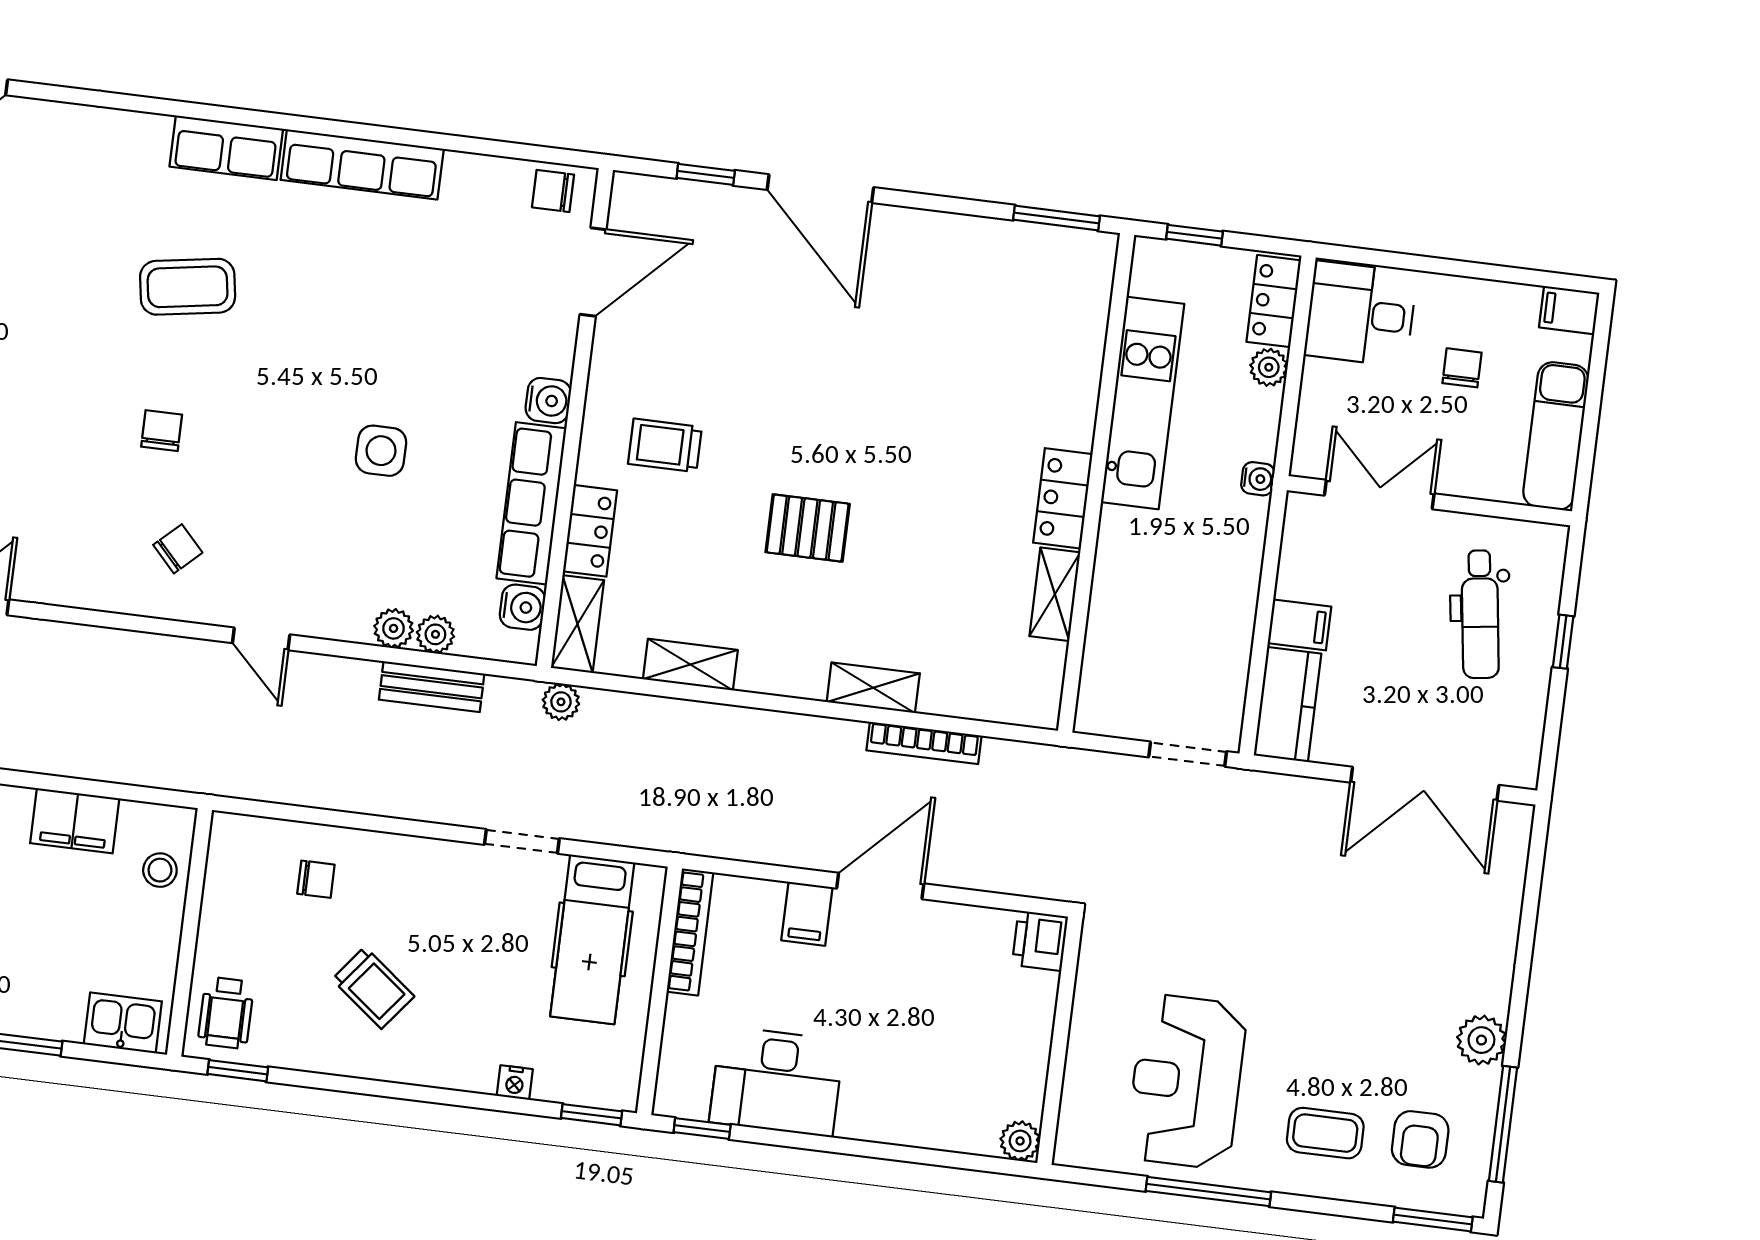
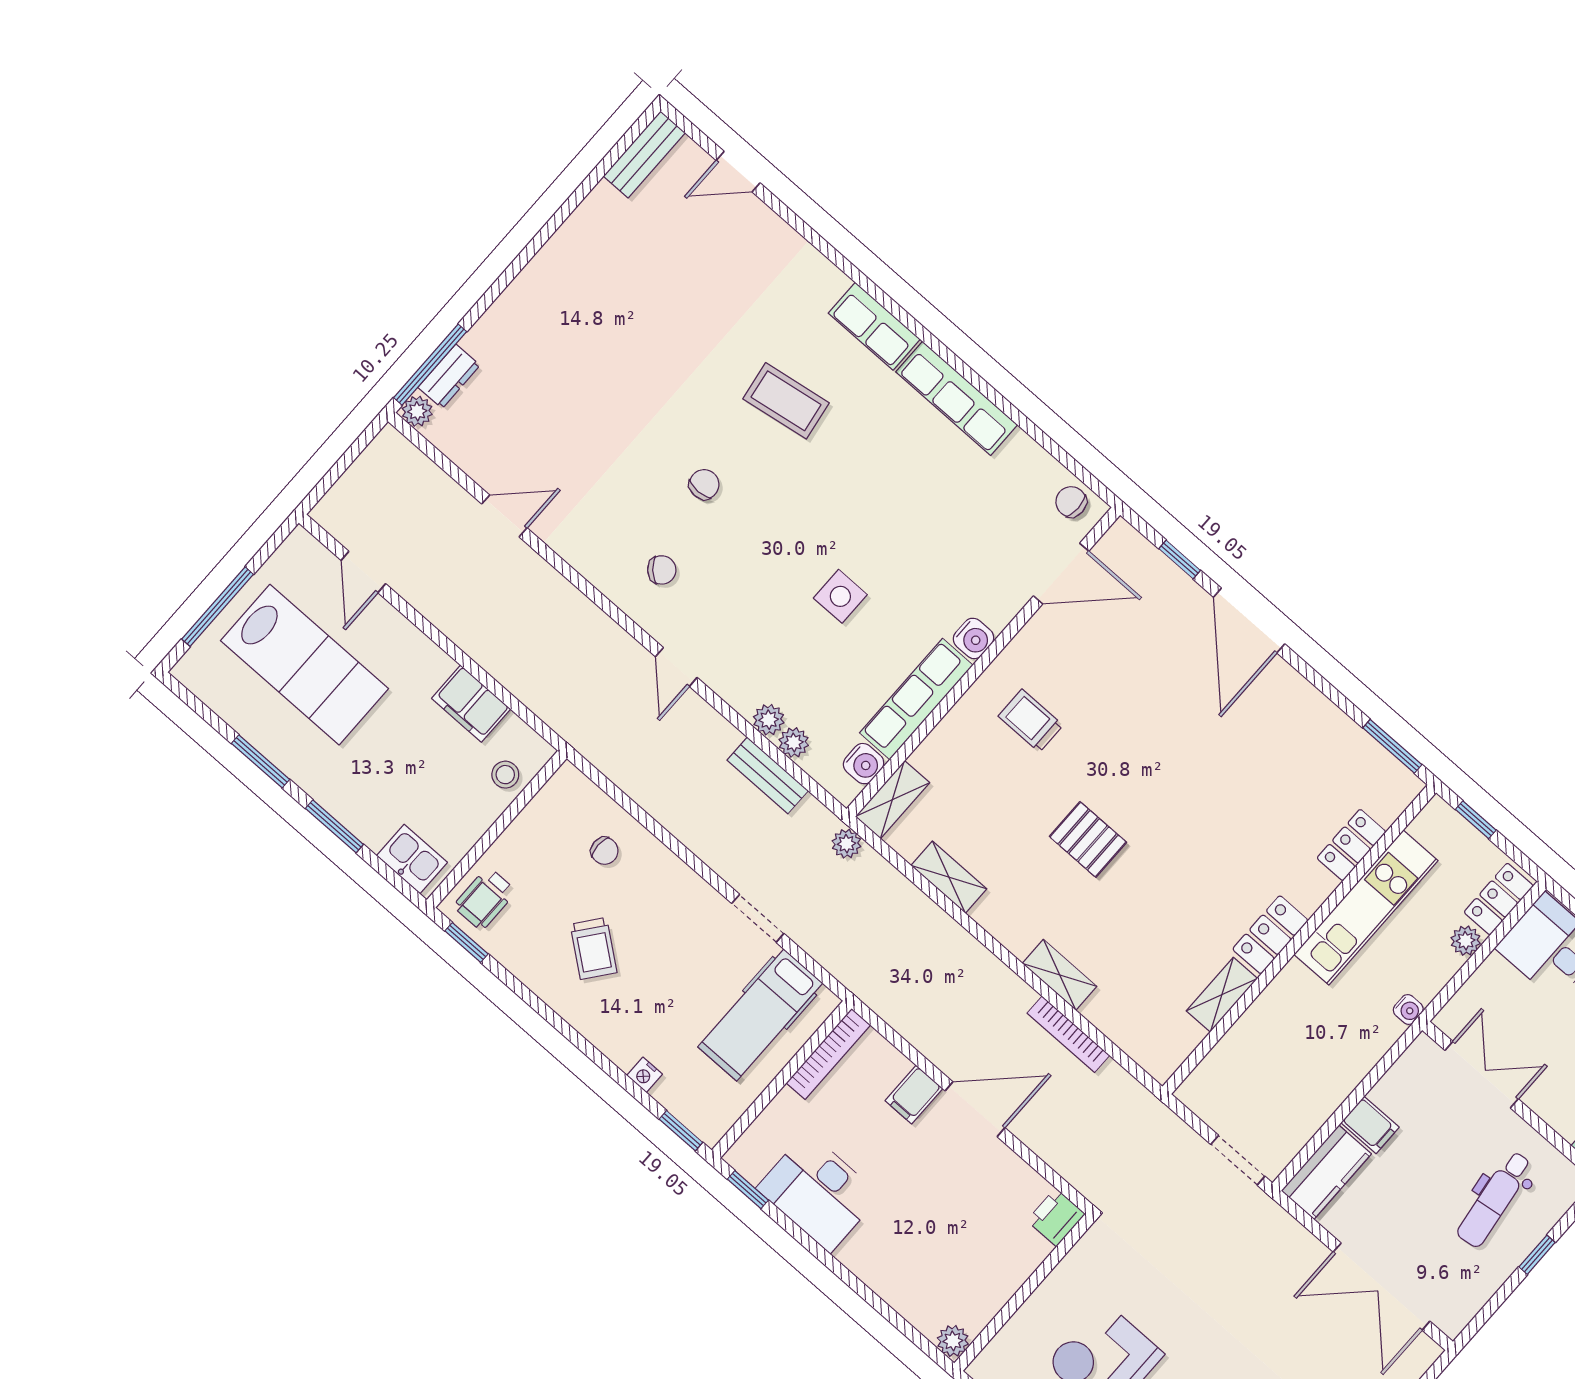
locker: (590, 531) -> (1351, 845), moved, turned 180

